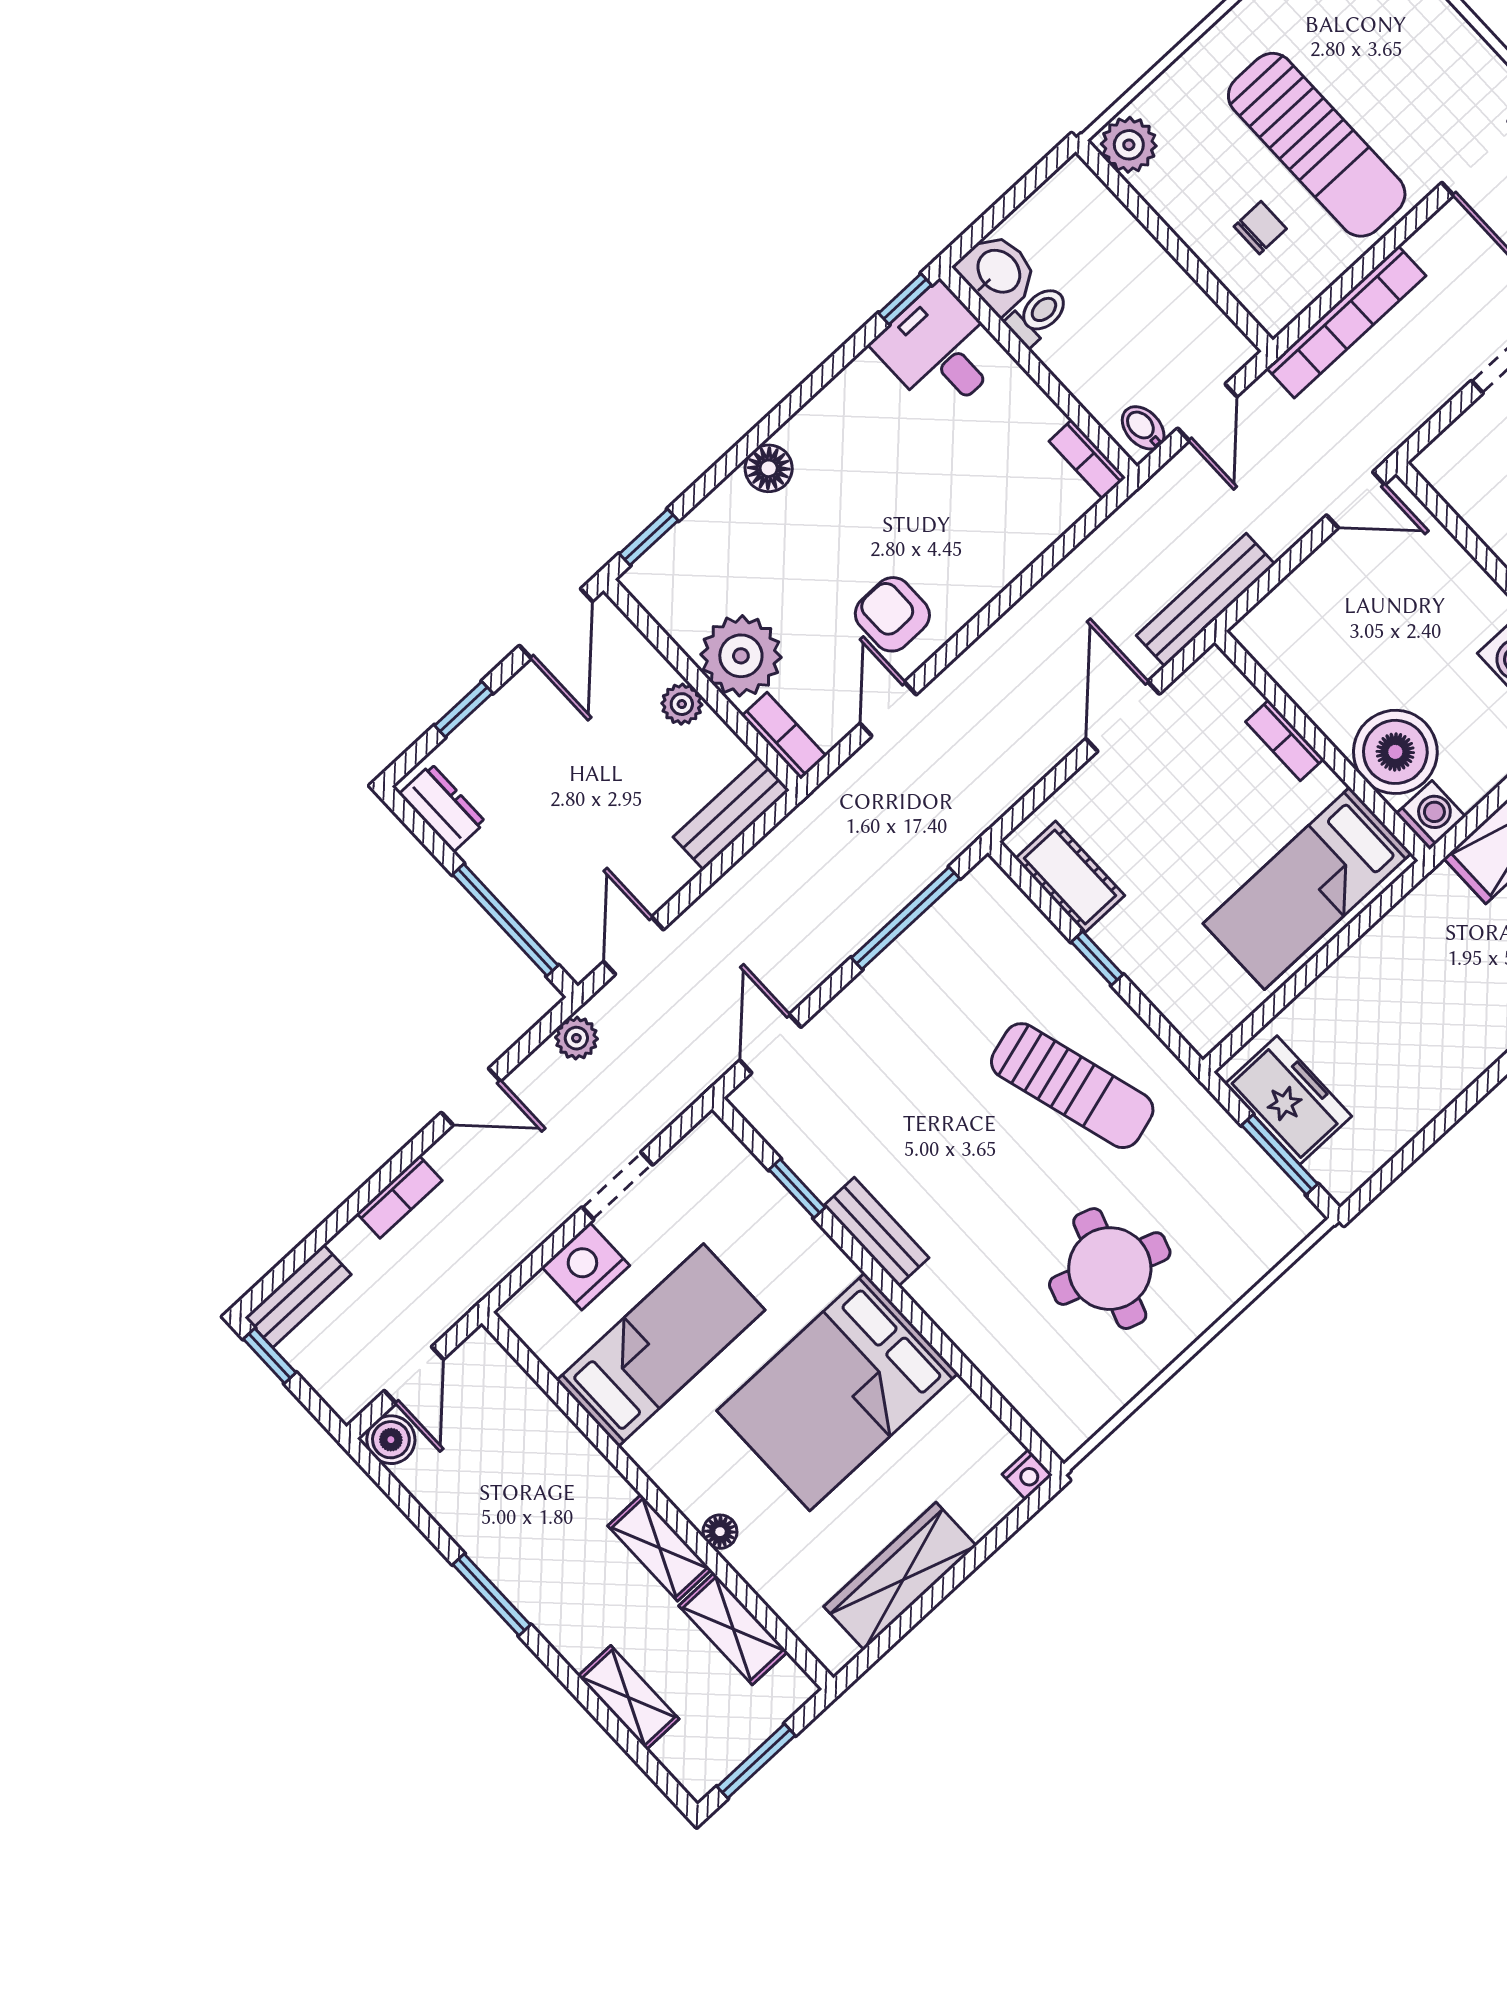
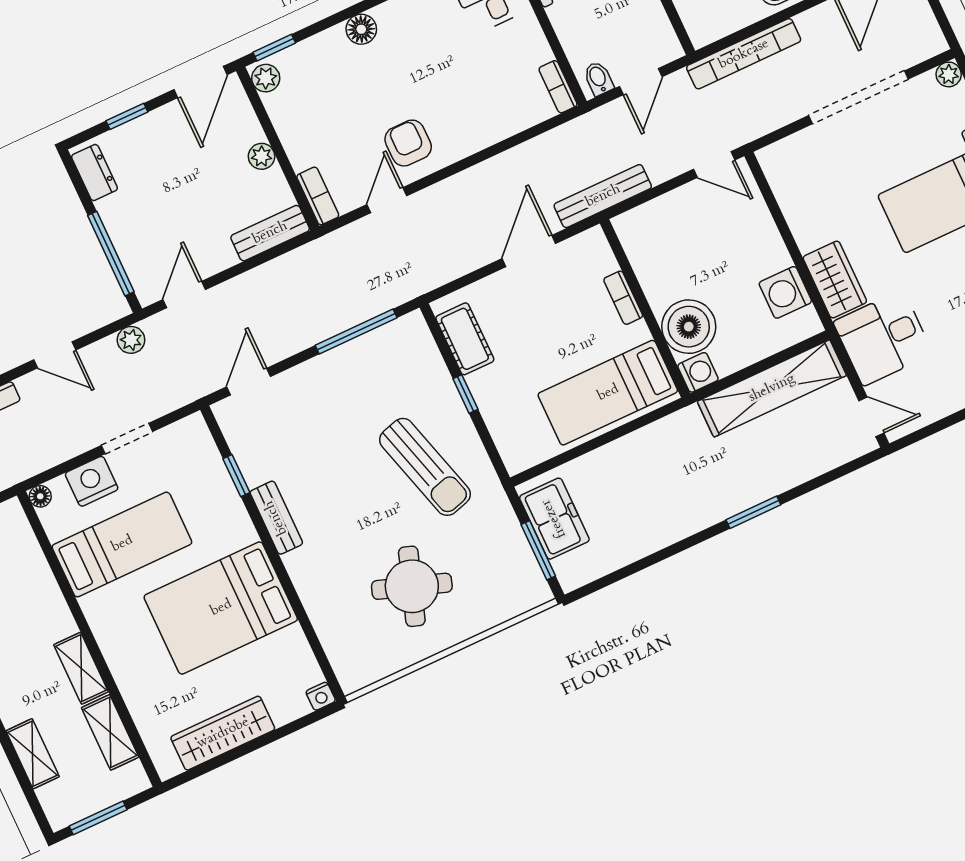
plant: (741, 656) -> (266, 78), moved, width x0.53, depth x0.53
floor lamp: (720, 1532) -> (40, 496), moved

